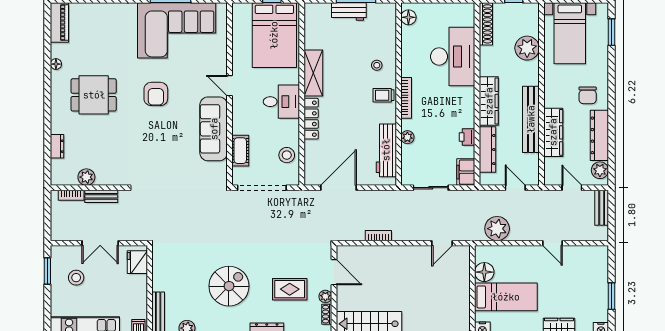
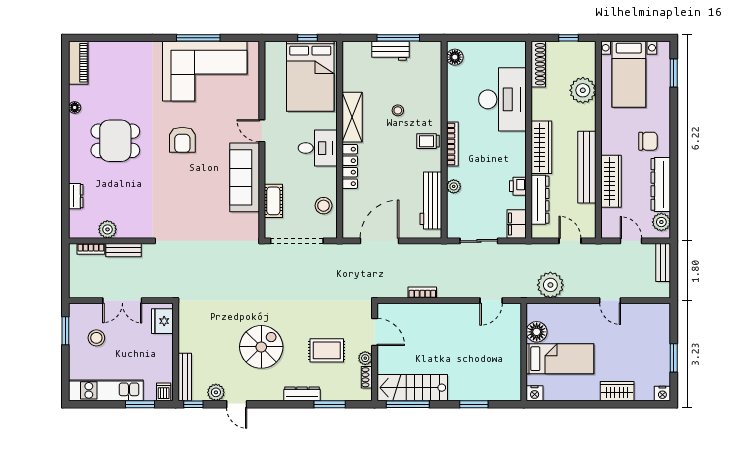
stool: (377, 65) -> (398, 110), moved
chair: (588, 95) -> (648, 141), turned -90

